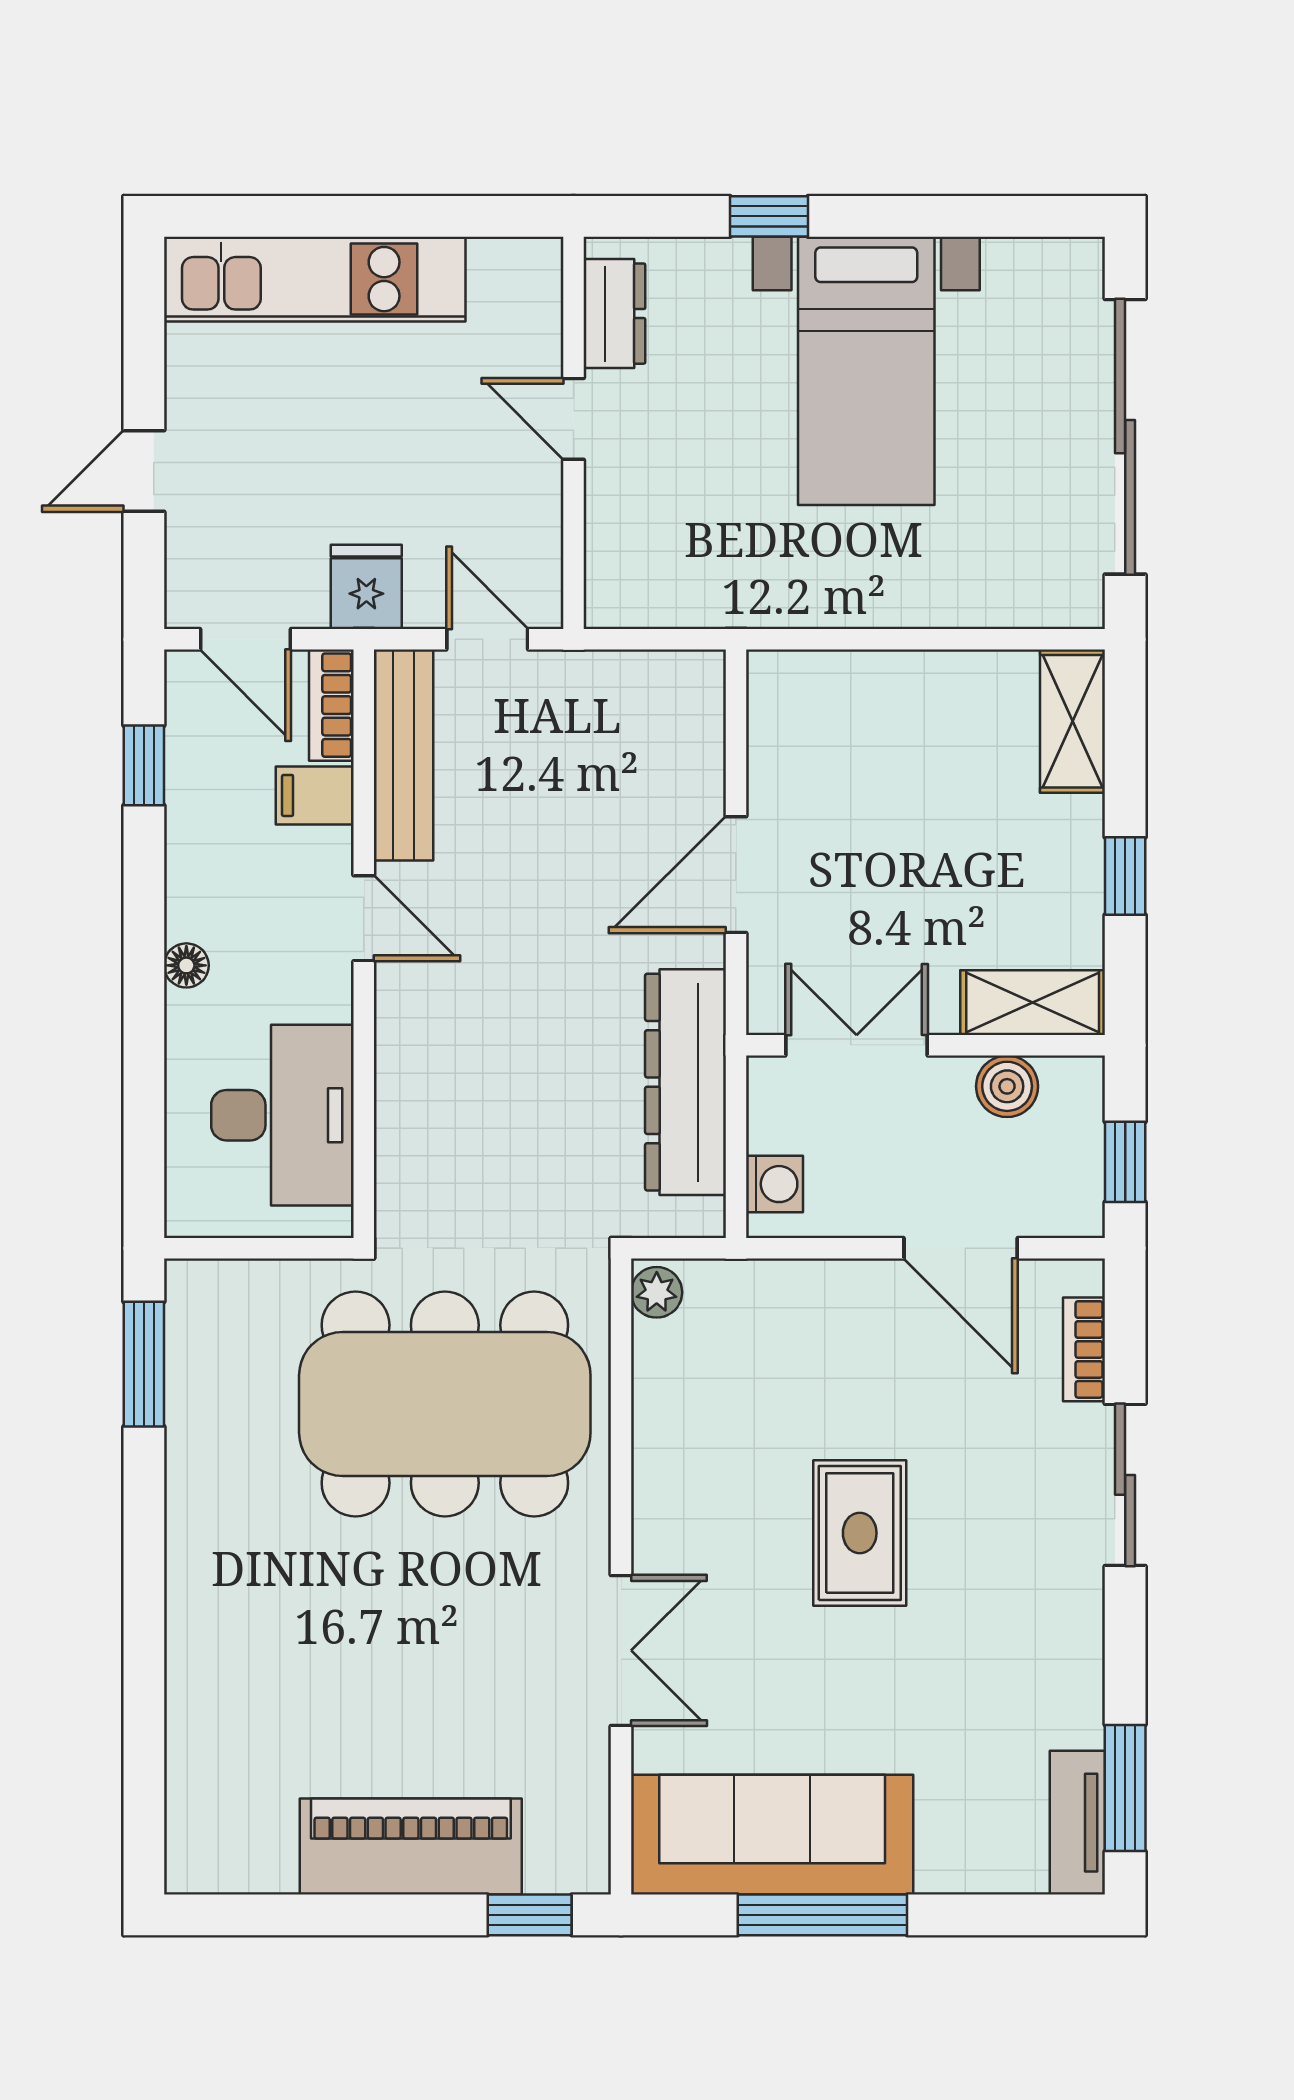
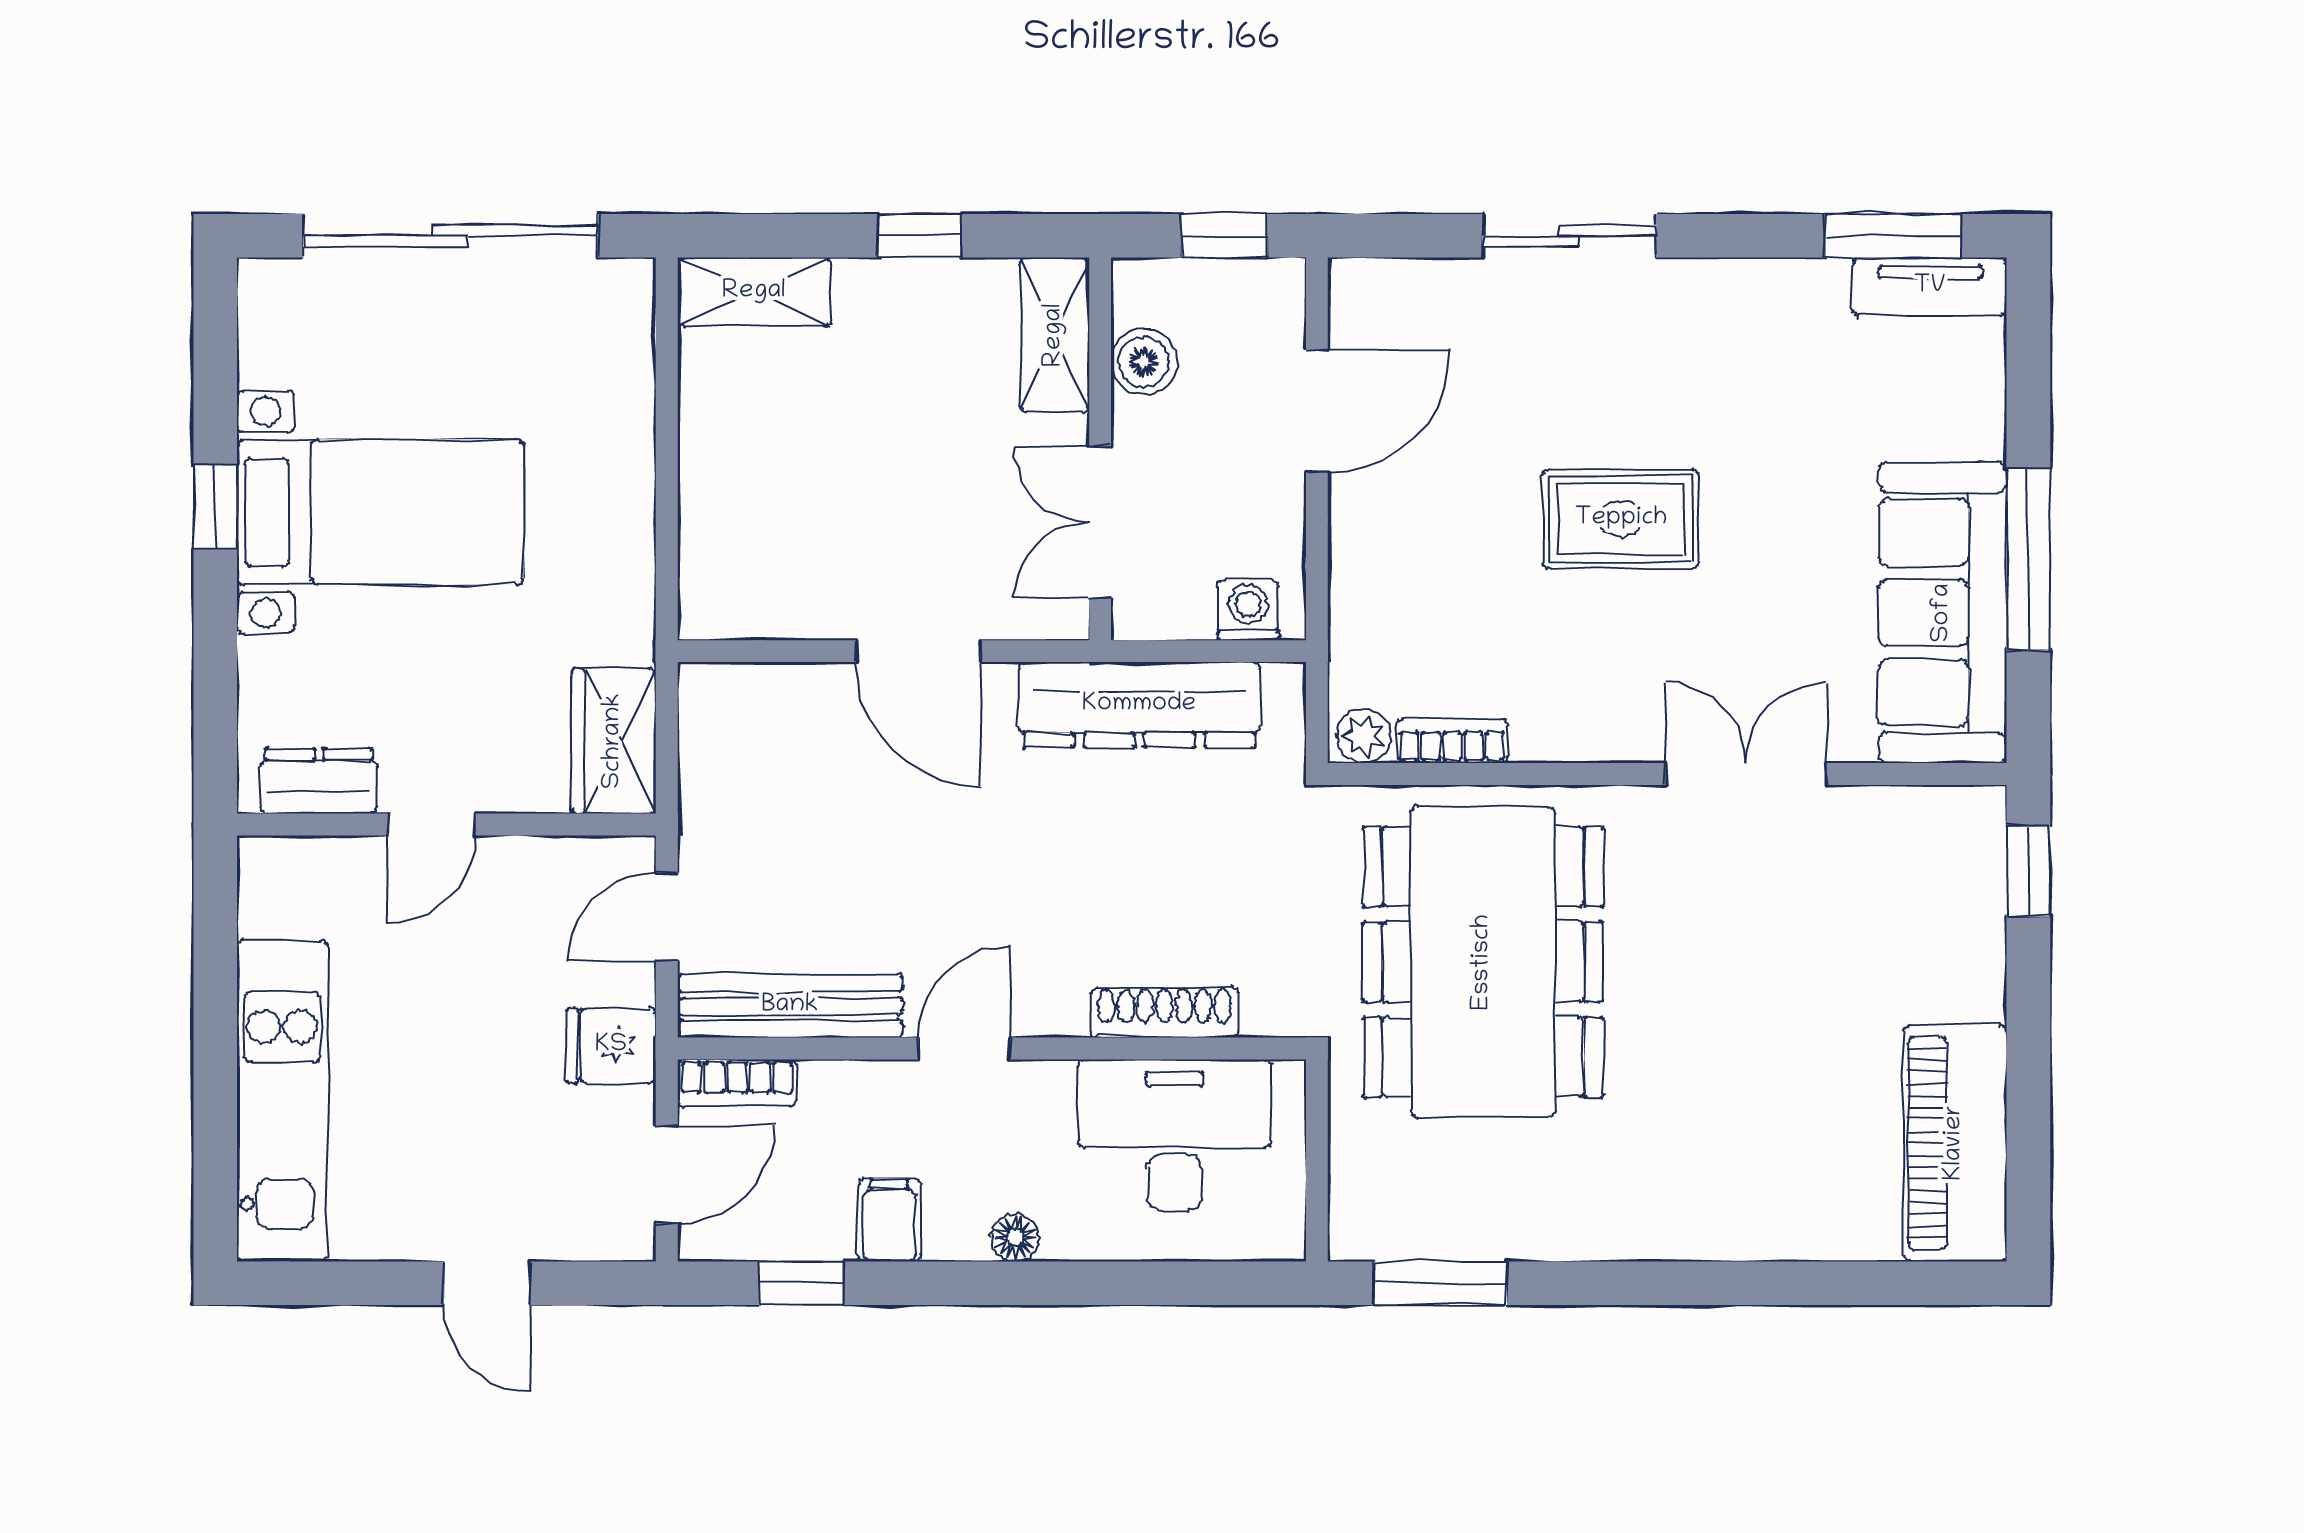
window: (769, 216) -> (215, 507), moved
wardrobe: (652, 590) -> (614, 741), added
filing cabinet: (315, 795) -> (889, 1220), moved, turned 180
shoe rack: (397, 1105) -> (1164, 1012), added
bookcase: (1084, 1349) -> (1452, 741), moved, turned 180
piano: (411, 1846) -> (1955, 1143), moved

